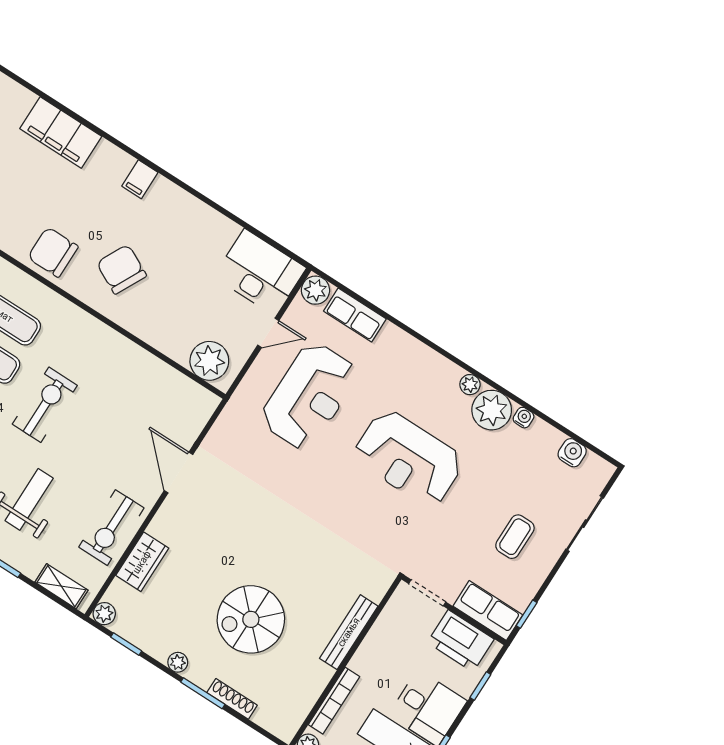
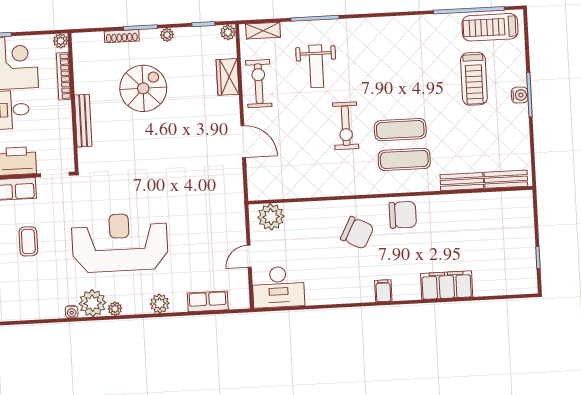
plant: (315, 290) -> (160, 304), moved
reception desk: (309, 396) -> (201, 237), removed
water cooler: (572, 453) -> (30, 312), removed
reception desk: (408, 458) -> (120, 243), width x1.36, depth x1.30

